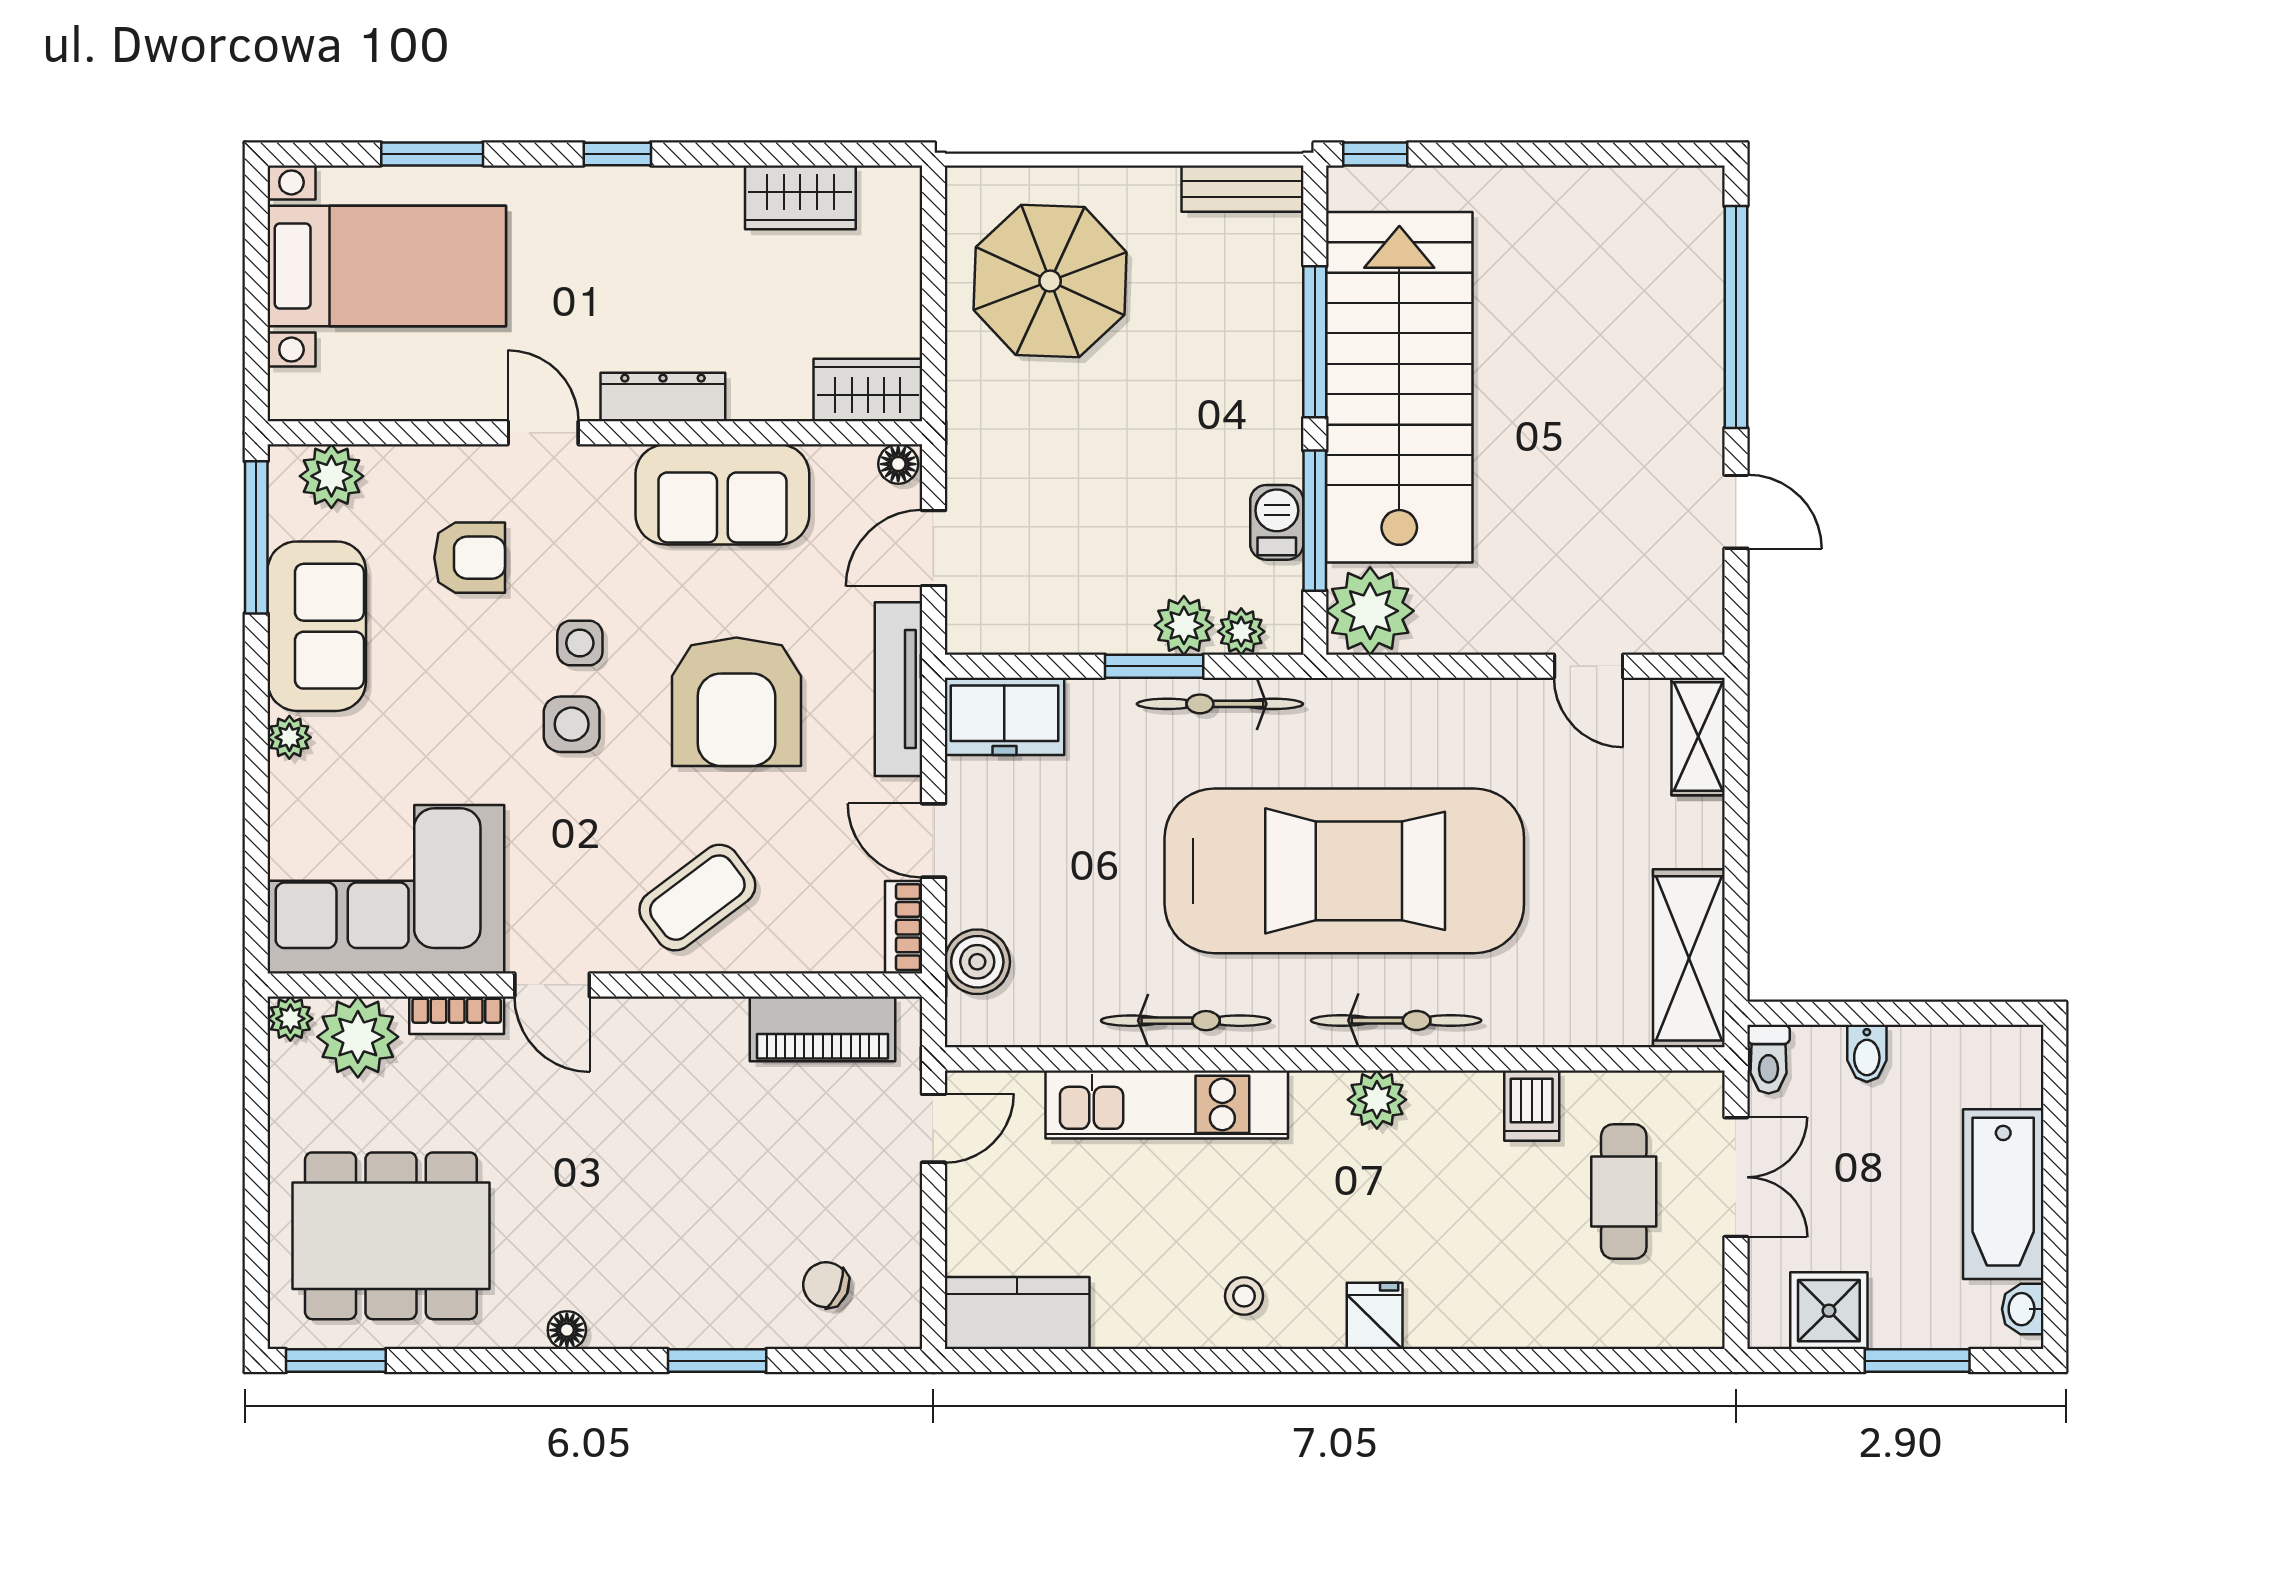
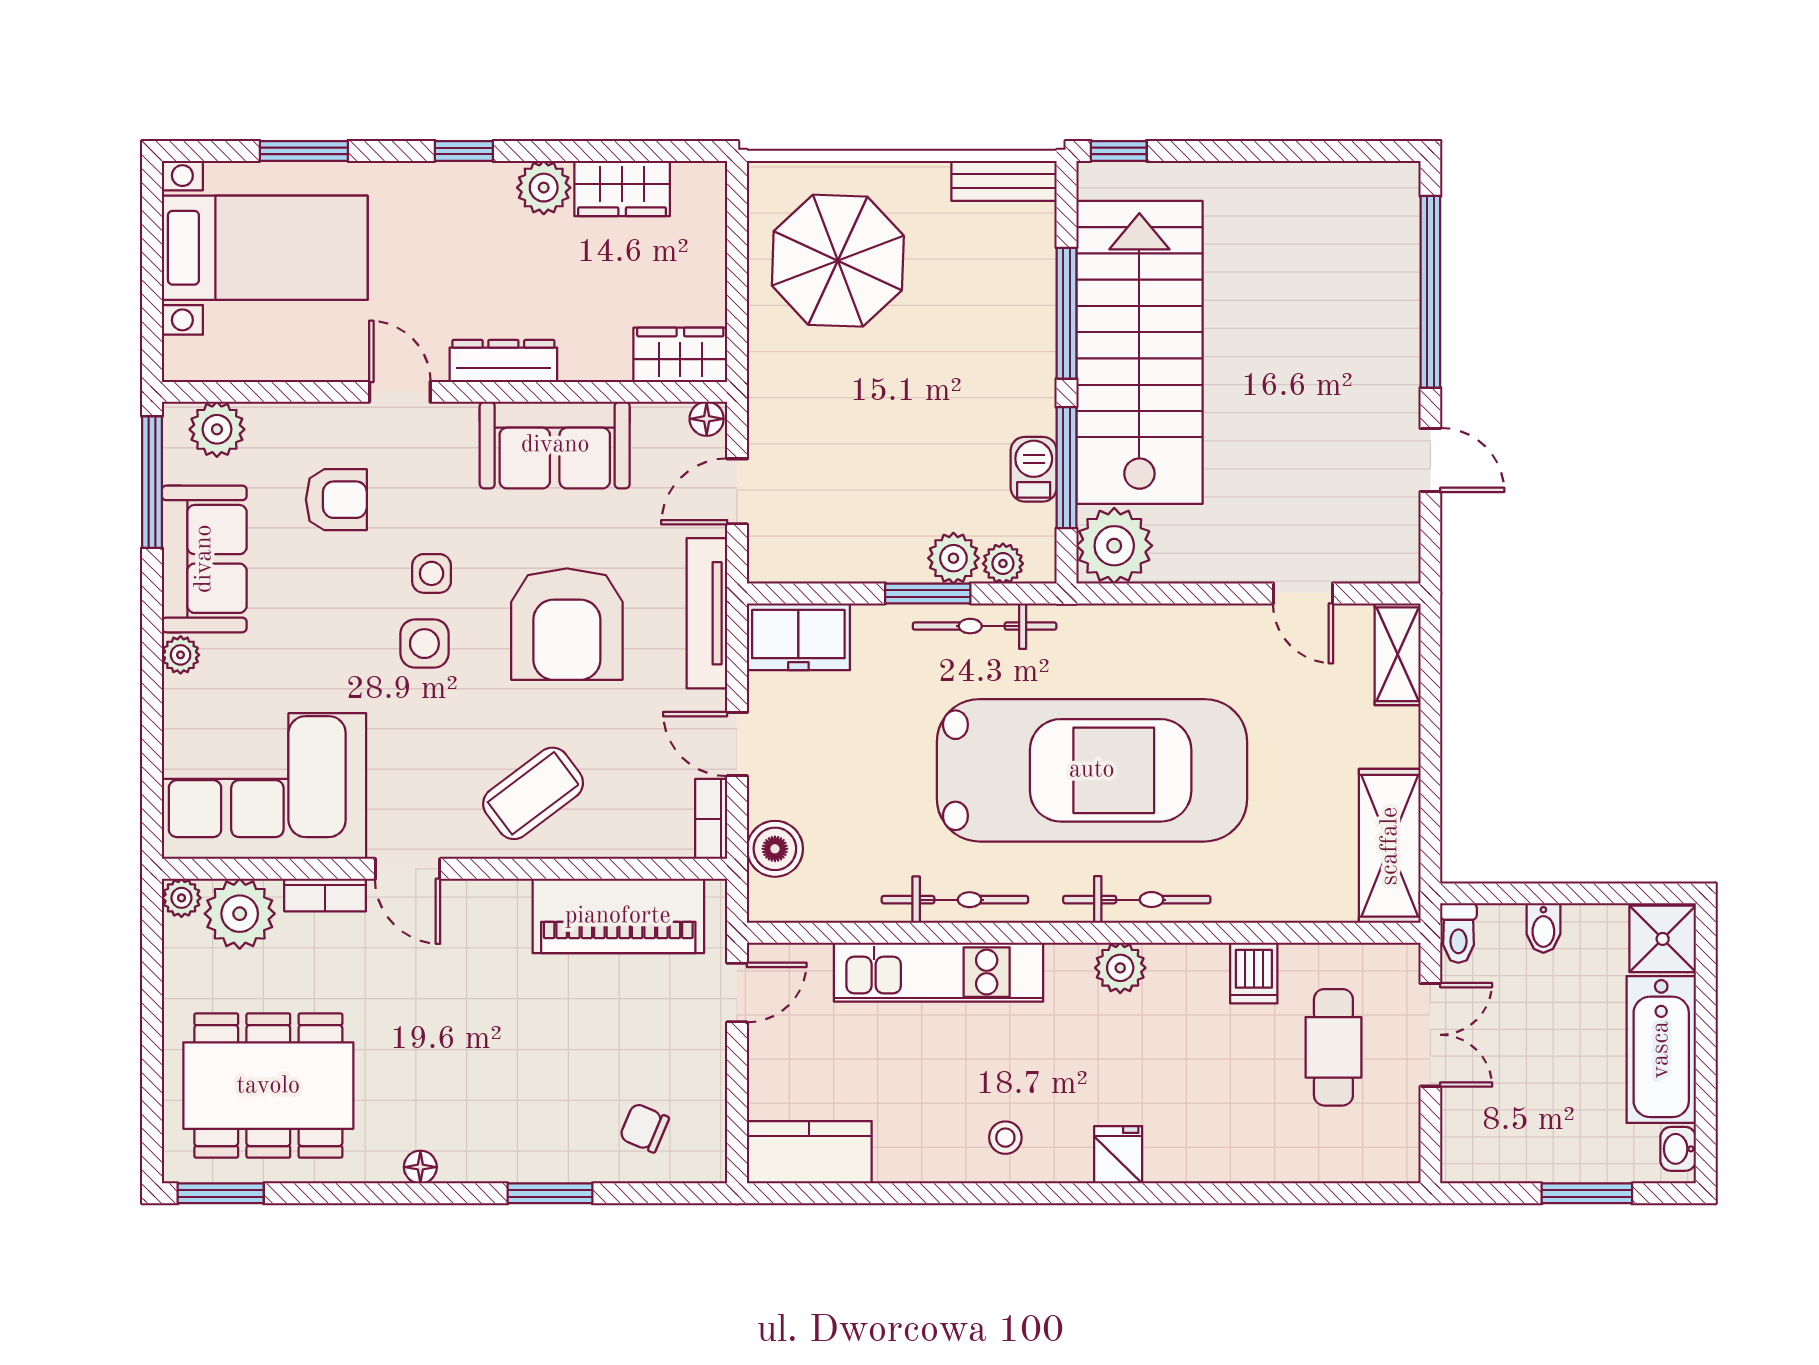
plant: (710, 196) -> (544, 188), added
piano: (823, 1029) -> (618, 916), width x1.37, depth x1.33
shower: (1829, 1311) -> (1663, 939), moved

